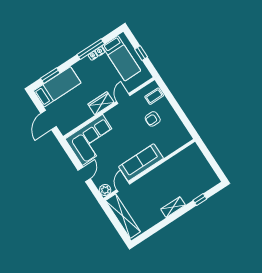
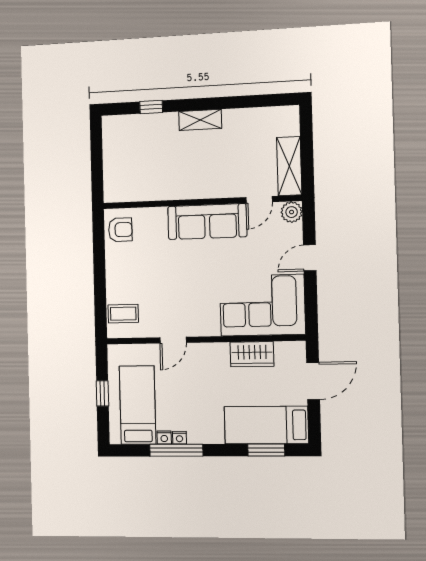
wardrobe: (101, 103) -> (252, 354), moved
armchair: (153, 119) -> (120, 230), moved
shelving: (123, 216) -> (289, 166), width x0.68

